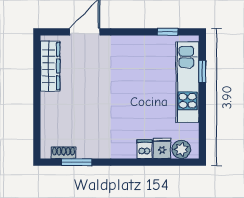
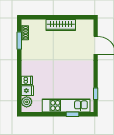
wardrobe: (50, 66) -> (61, 25), moved

